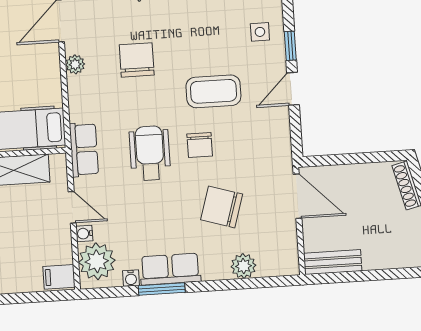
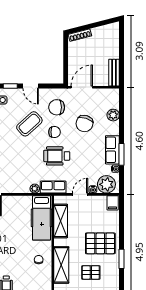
chair: (137, 60) -> (57, 107), moved
plant: (75, 64) -> (35, 189), moved
coffee table: (213, 91) -> (29, 124), turned 48

